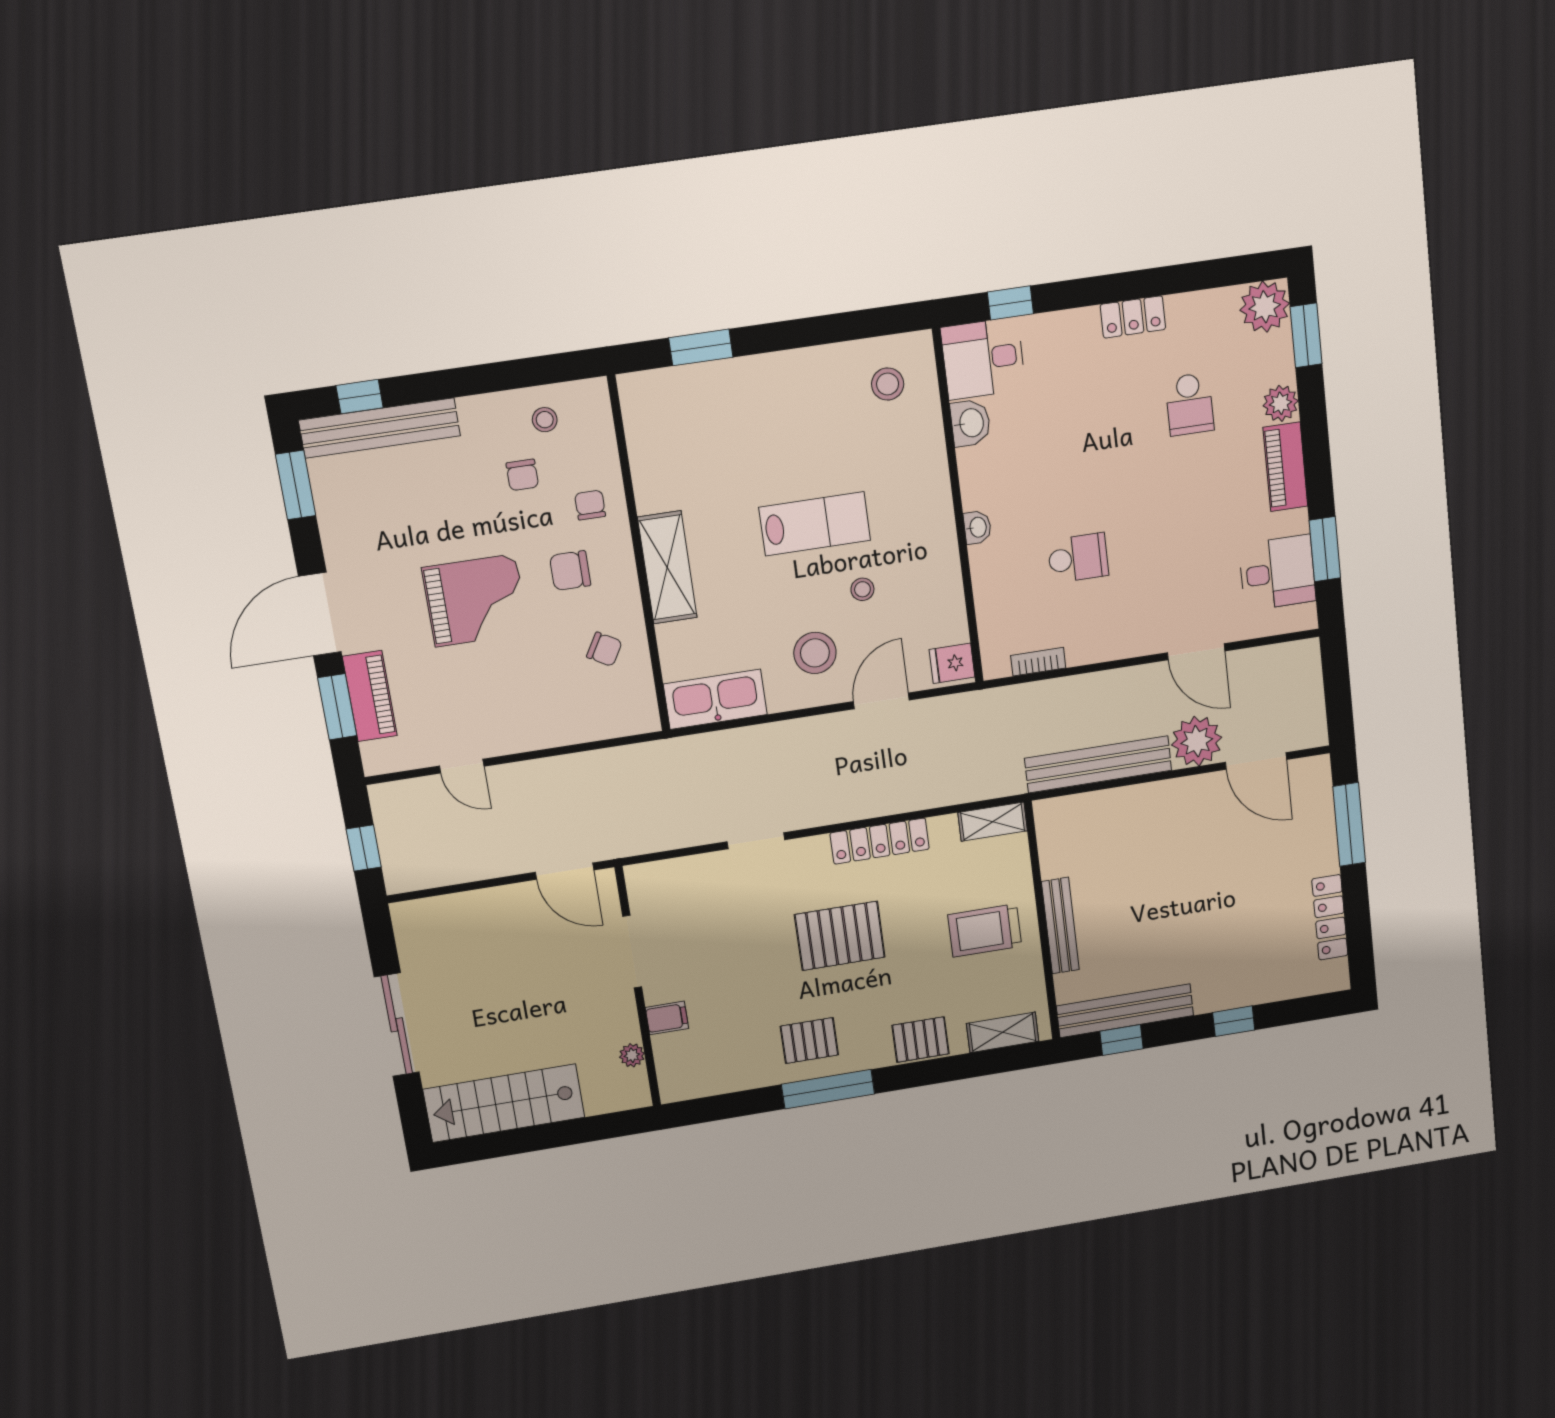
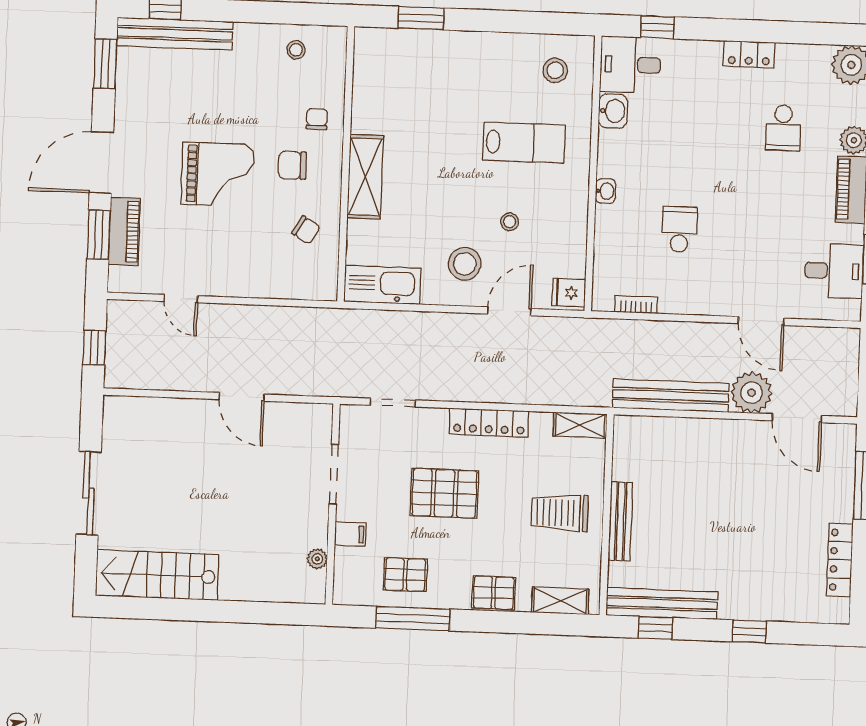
chair: (522, 475) -> (271, 87), removed
lab bench: (815, 524) -> (524, 143), moved
school desk: (1078, 558) -> (679, 229), turned -90
doorway: (632, 952) -> (334, 474), moved
wall: (638, 987) -> (333, 504), moved
filing cabinet: (667, 1018) -> (350, 534), moved
plant: (632, 1055) -> (317, 559), moved

